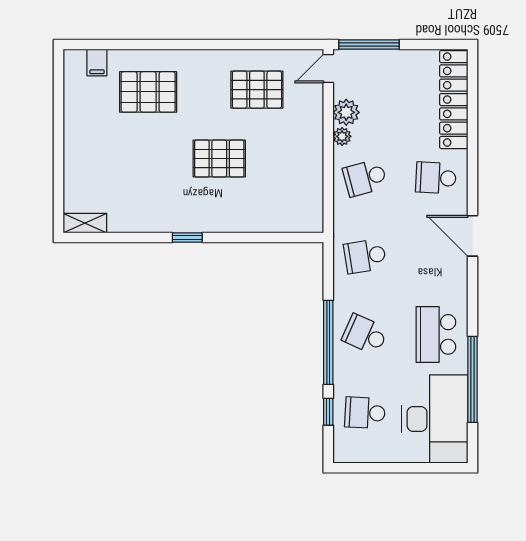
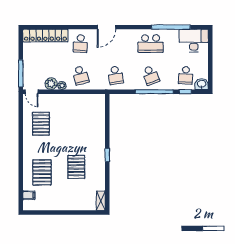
pallet: (219, 158) -> (76, 167), moved
school desk: (365, 334) -> (151, 75), turned -45
desk: (435, 419) -> (194, 41), width x0.73, depth x0.77
washbasin: (345, 448) -> (202, 84), added

